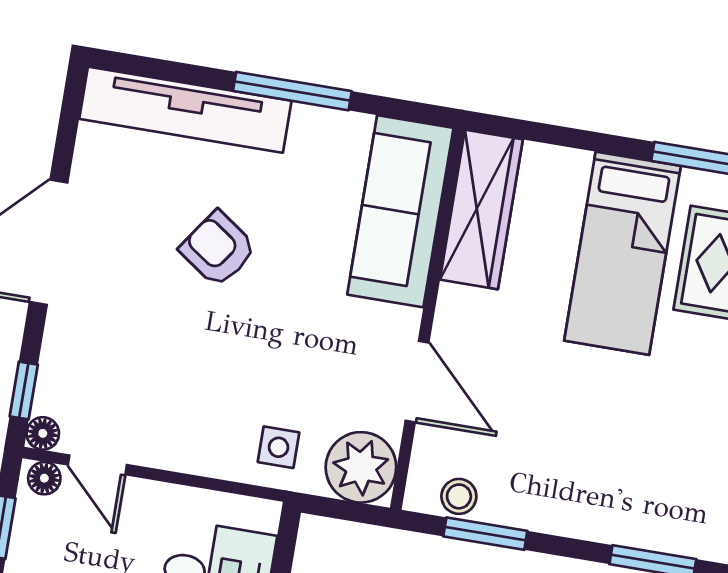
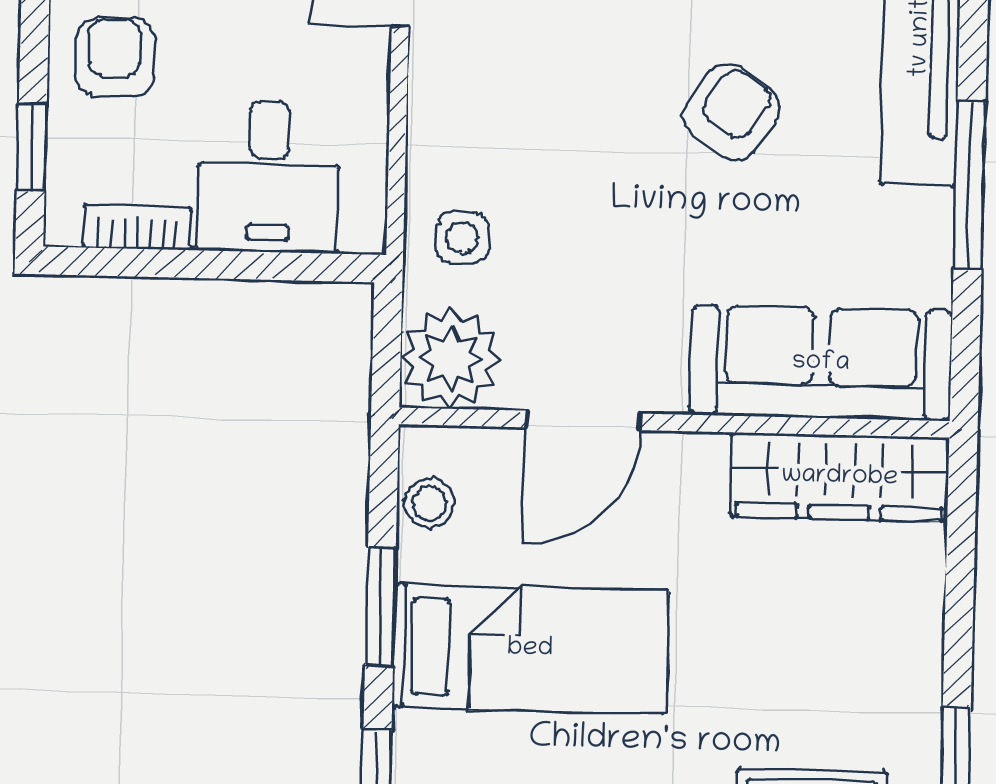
bed: (622, 253) -> (530, 649), moved, turned 180
window: (485, 534) -> (380, 606), moved

